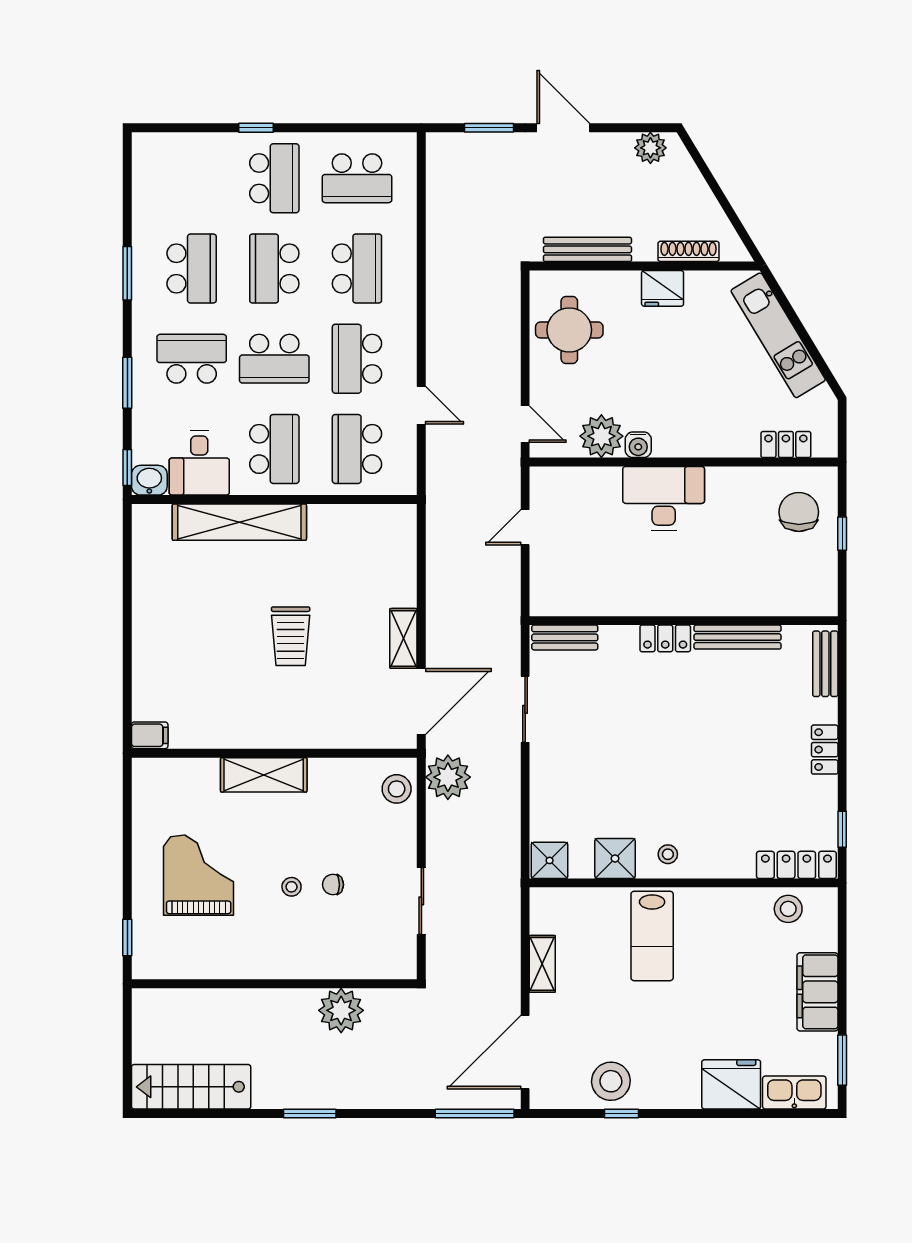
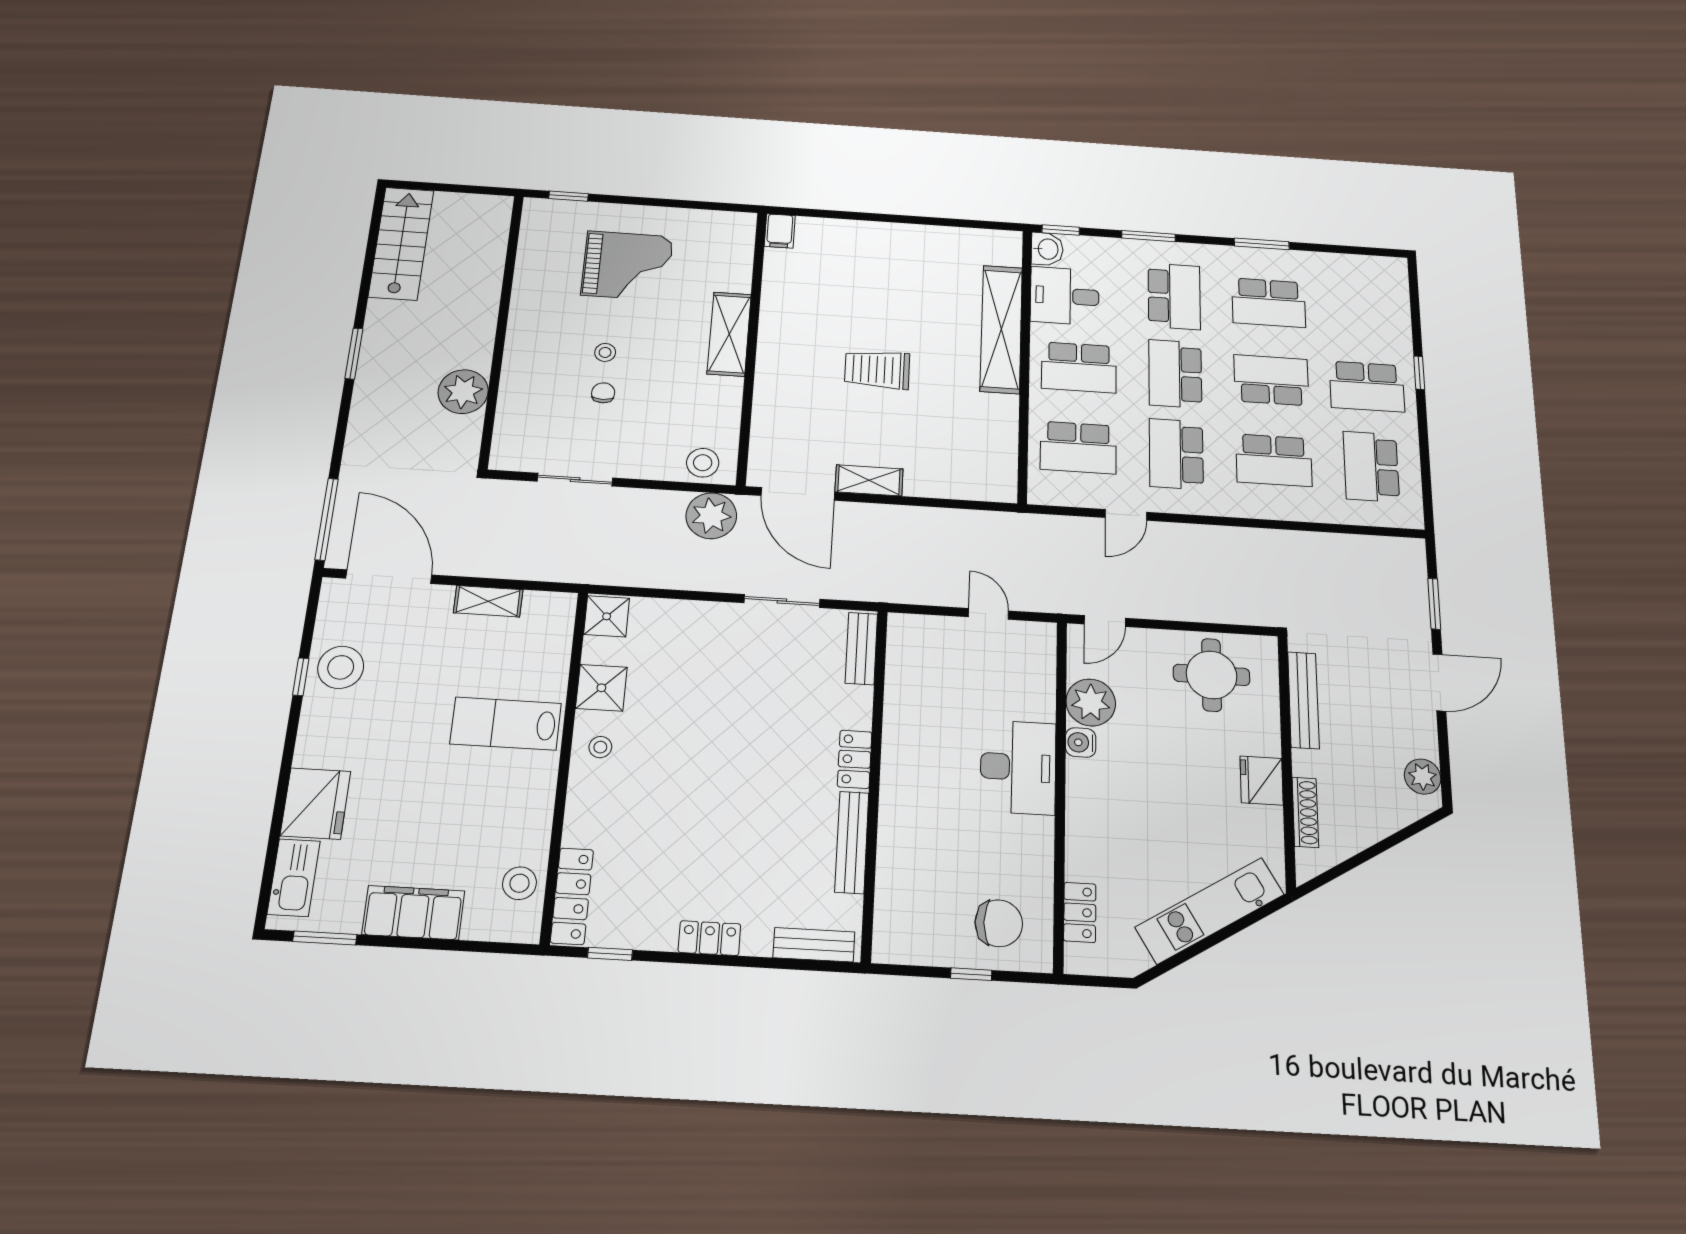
school desk: (357, 359) -> (1176, 454), turned -90
school desk: (357, 449) -> (1078, 448), turned 180

